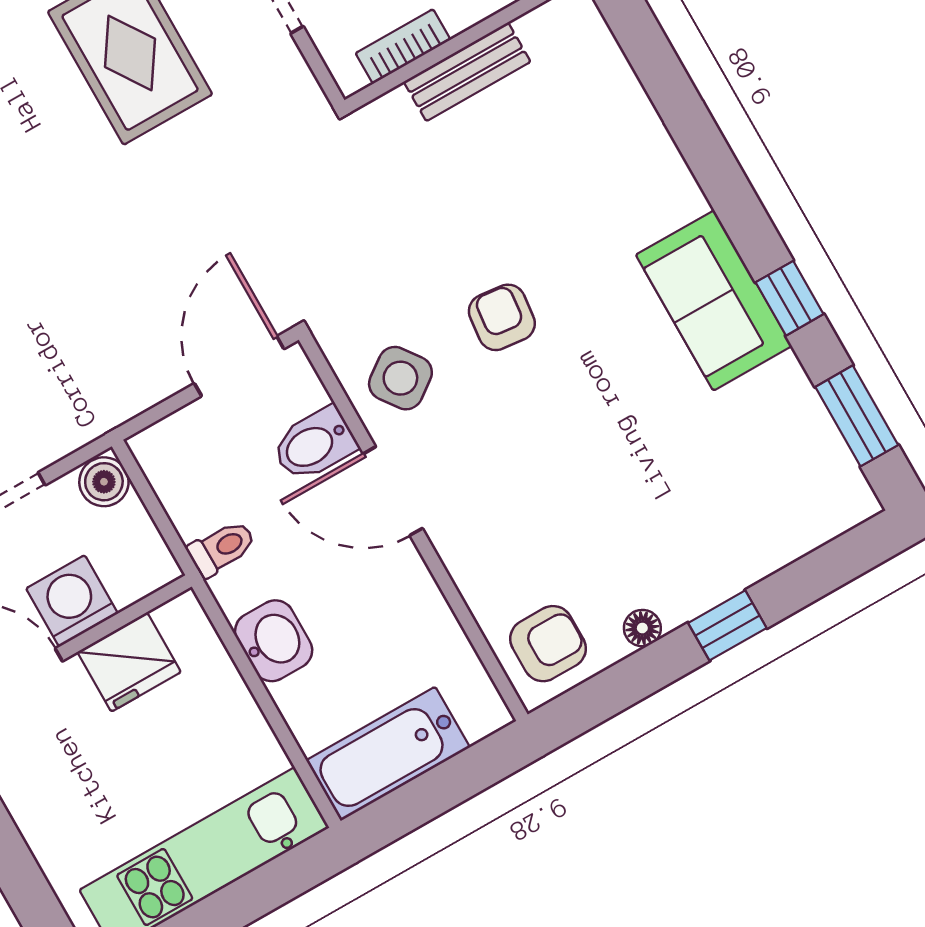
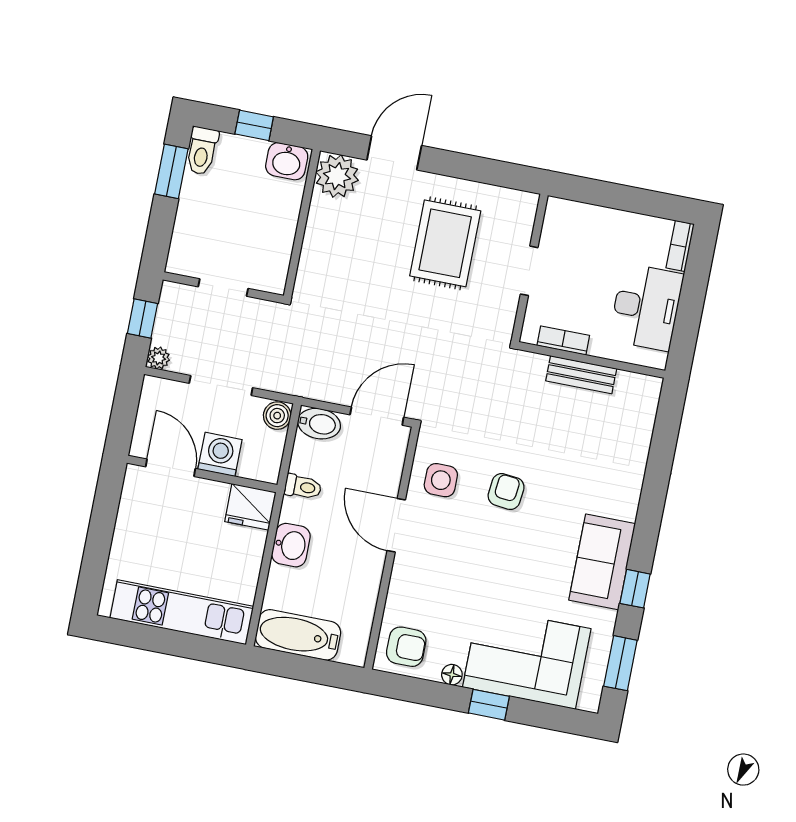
side table: (400, 378) -> (441, 480), turned 36
bidet: (314, 444) -> (319, 424), moved, turned 180
corner sofa: (724, 518) -> (527, 658), added
fridge: (129, 662) -> (250, 507), moved

